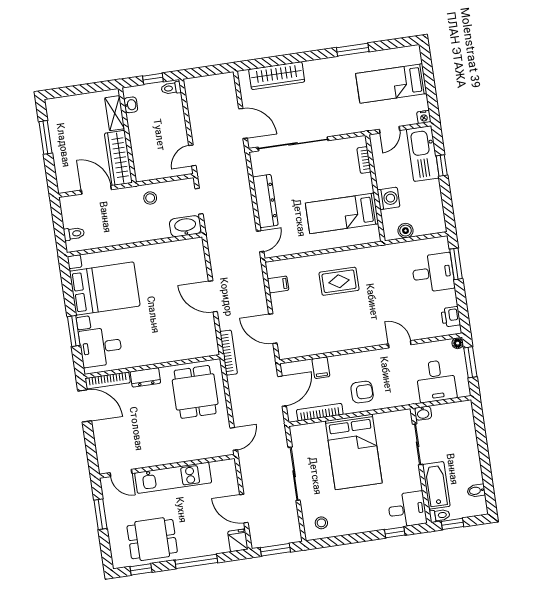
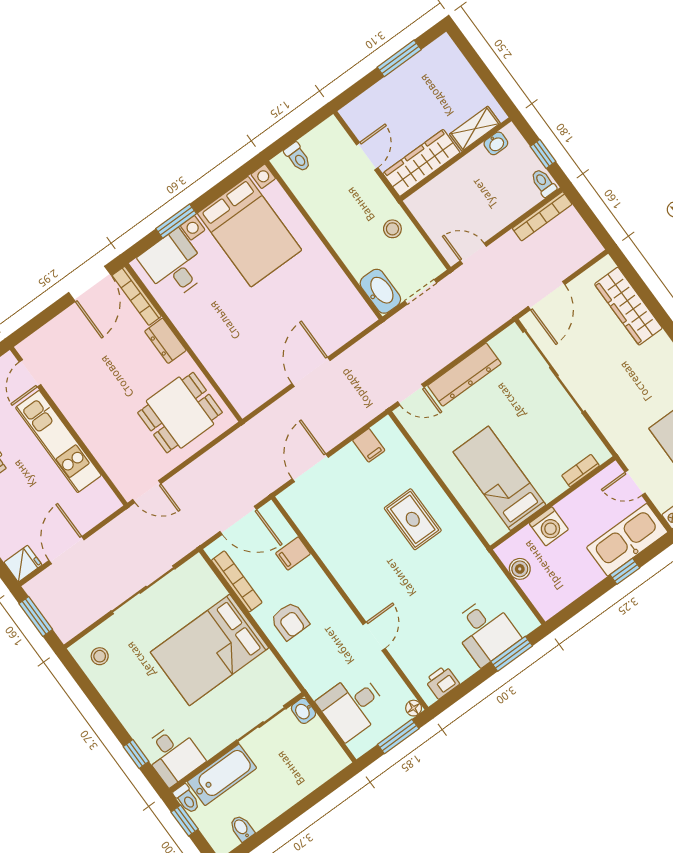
door: (96, 190) -> (367, 156), width x0.73
bookcase: (229, 353) -> (542, 216), moved

